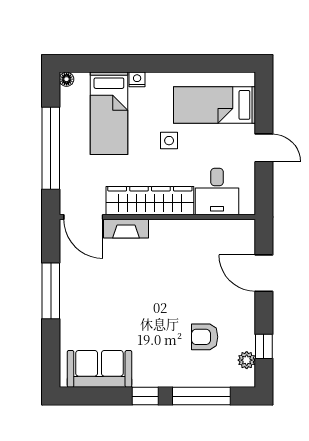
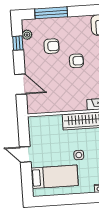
desk: (217, 191) -> (50, 128), removed
armchair: (162, 308) -> (76, 61), added
window: (145, 396) -> (83, 11), removed

